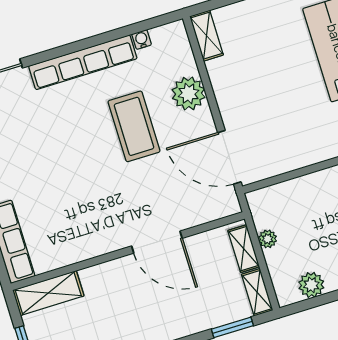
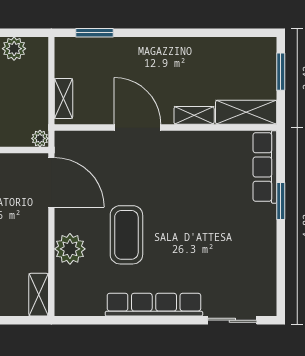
water cooler: (142, 39) -> (96, 309), removed
plant: (268, 239) -> (40, 138), moved
shelving: (257, 292) -> (194, 115), moved, turned 90

